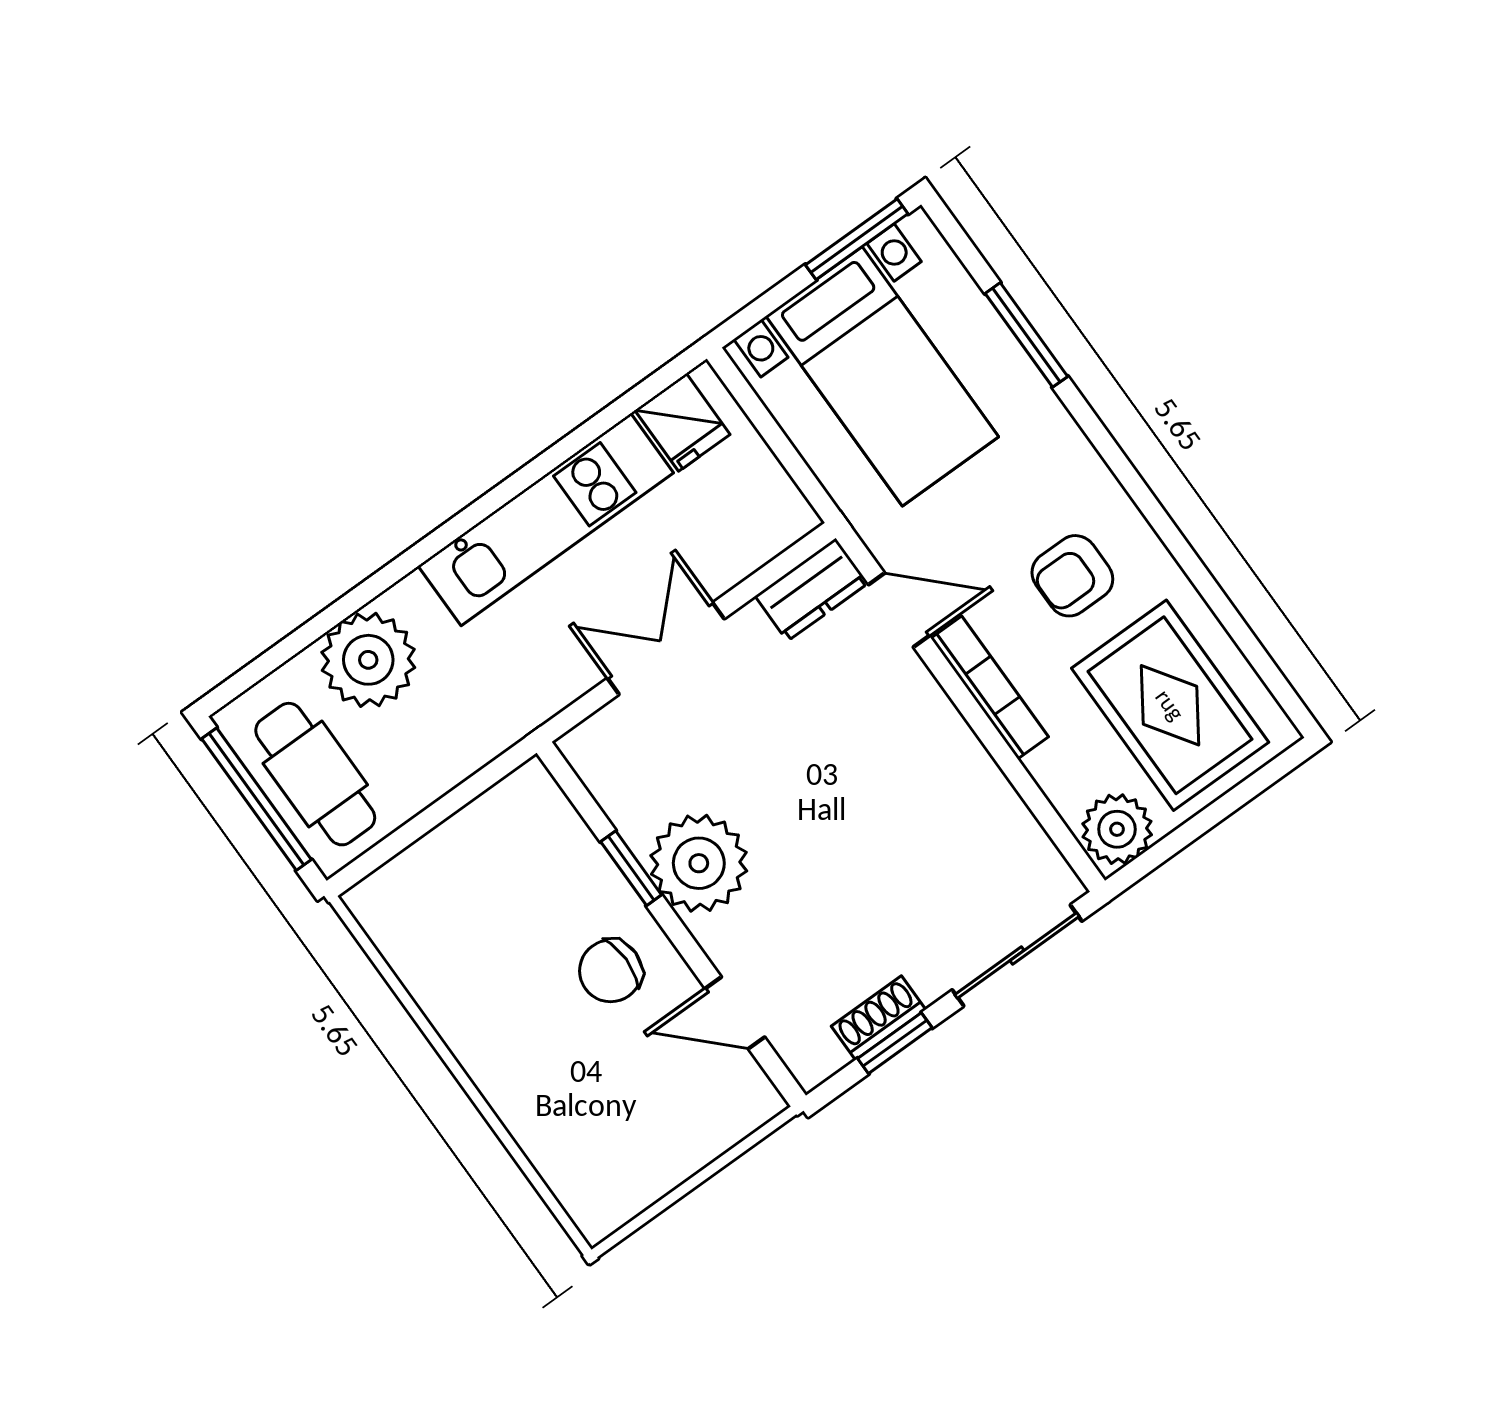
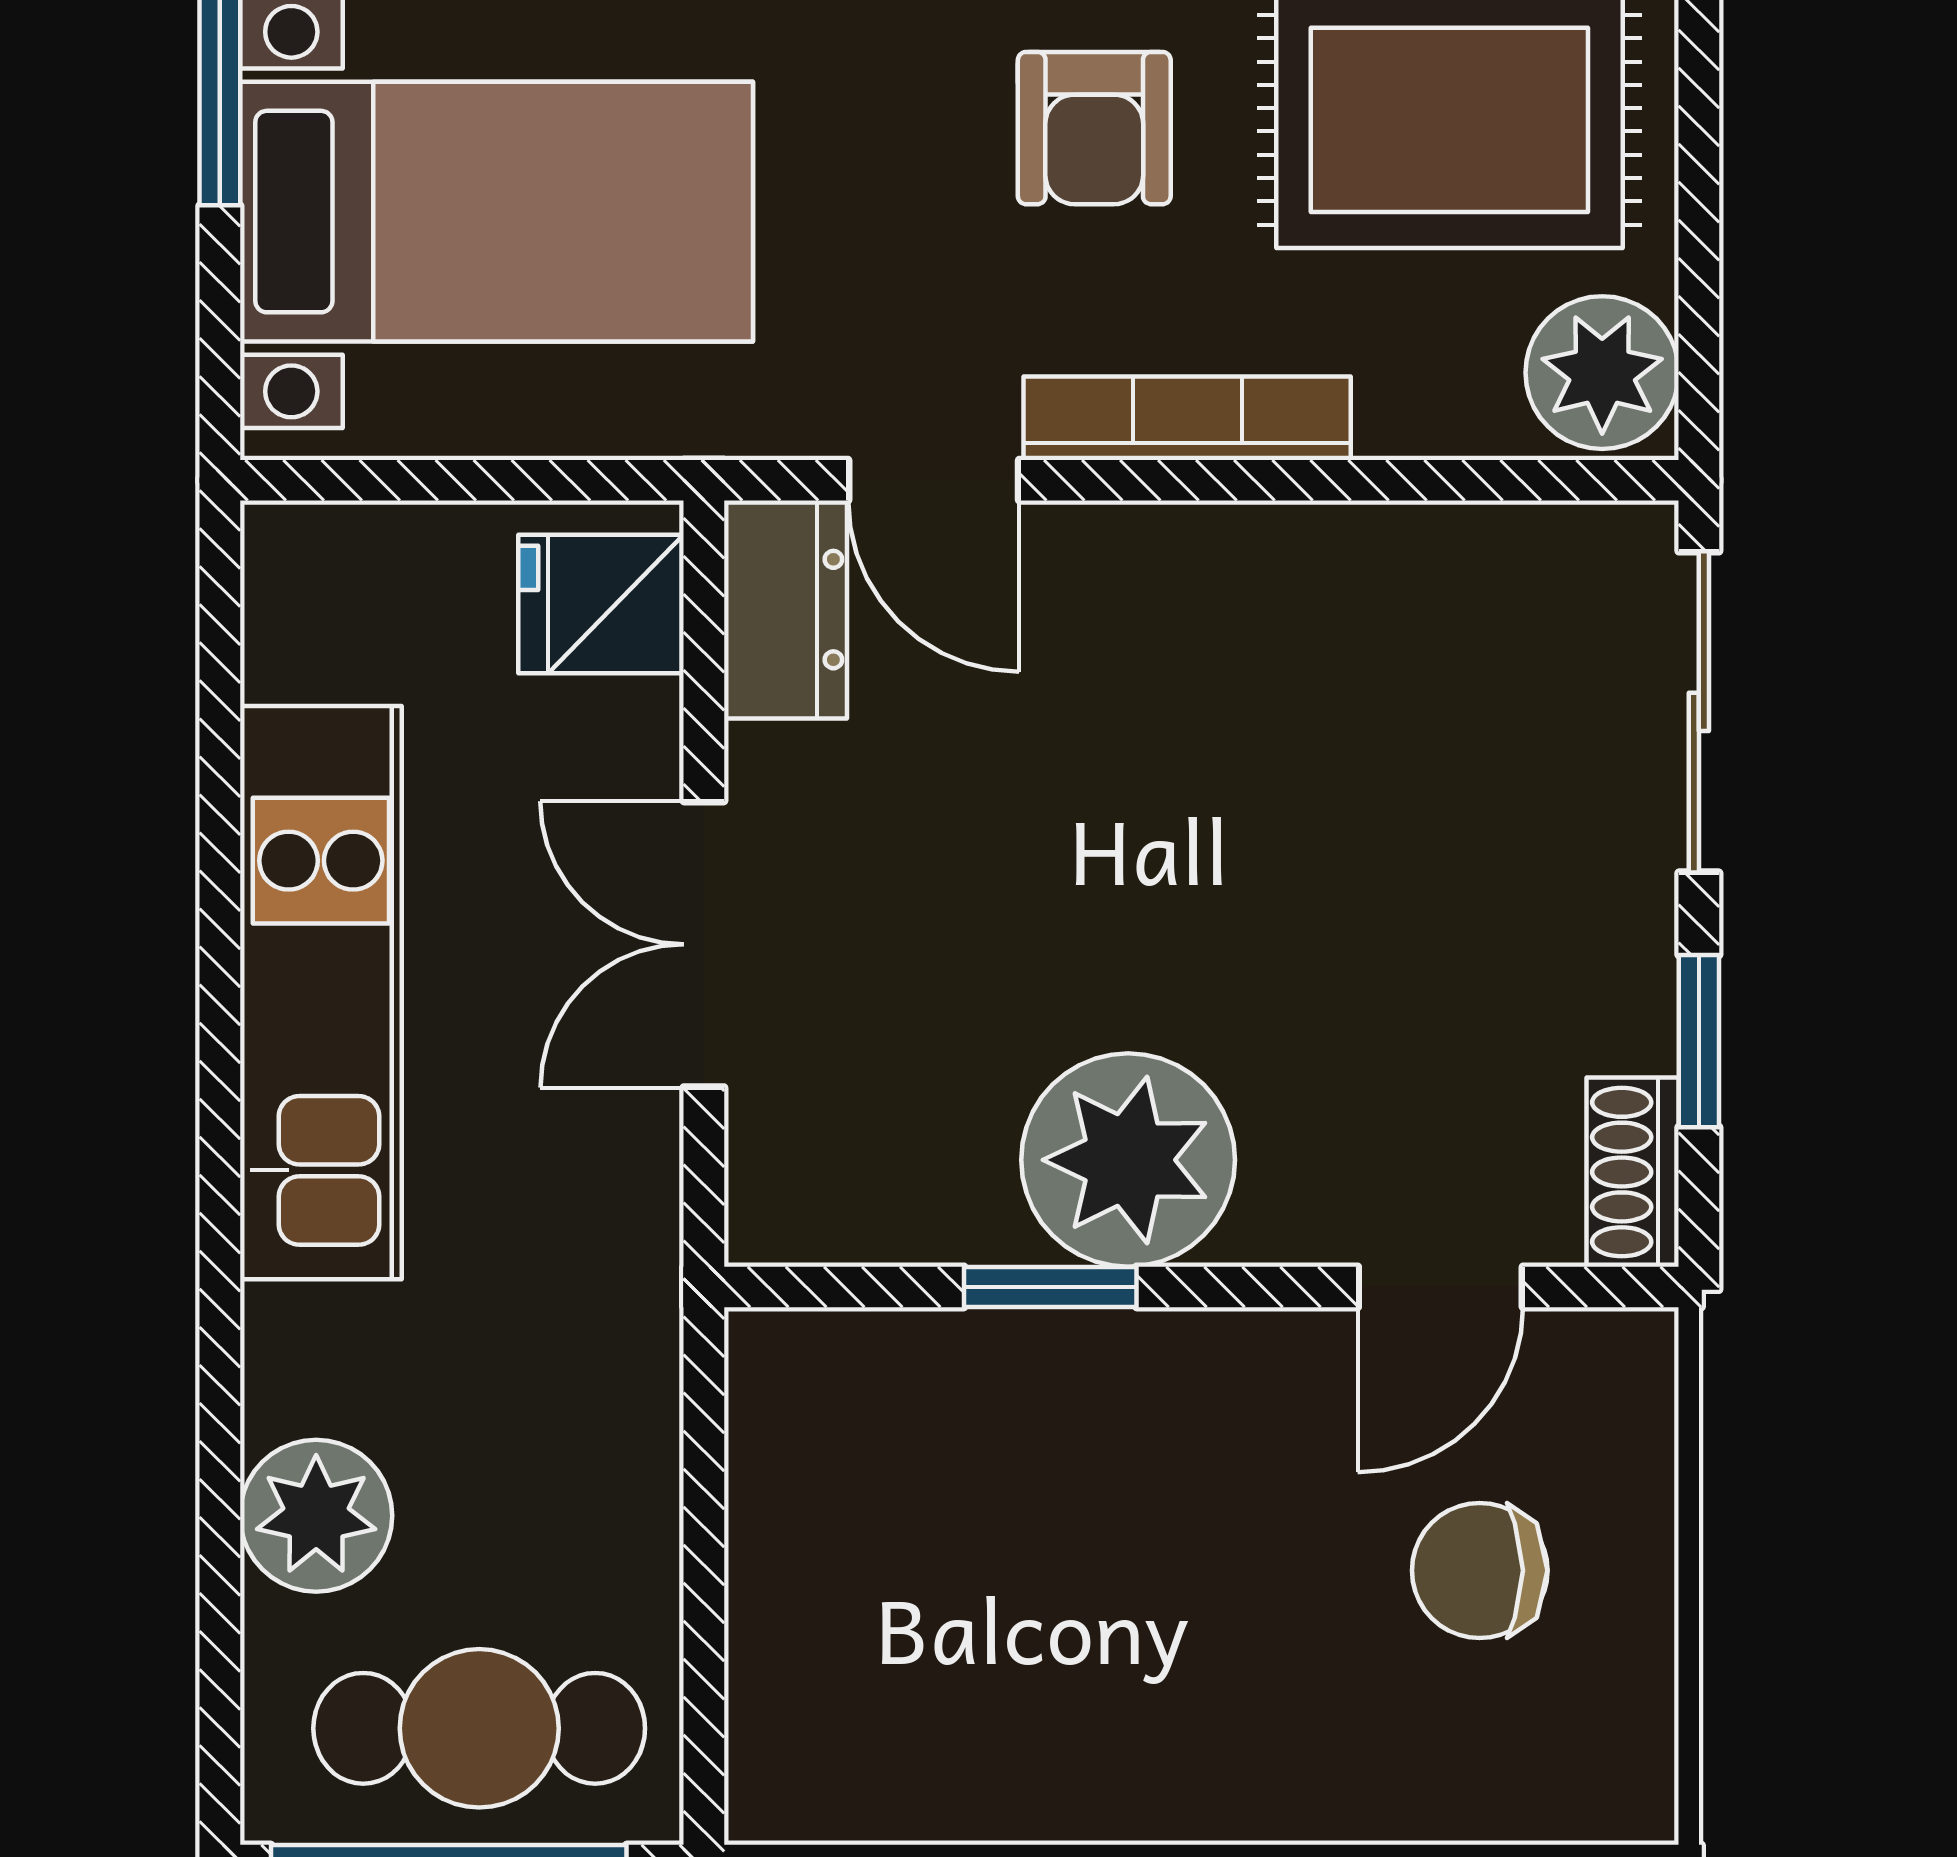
fridge: (682, 422) -> (601, 604), moved, turned 180
door: (899, 610) -> (934, 480), swing flipped
plant: (368, 660) -> (316, 1516), width x0.73, depth x0.73
chair: (611, 971) -> (1480, 1570), moved, turned 90
shoe rack: (878, 1018) -> (1633, 1172), moved

